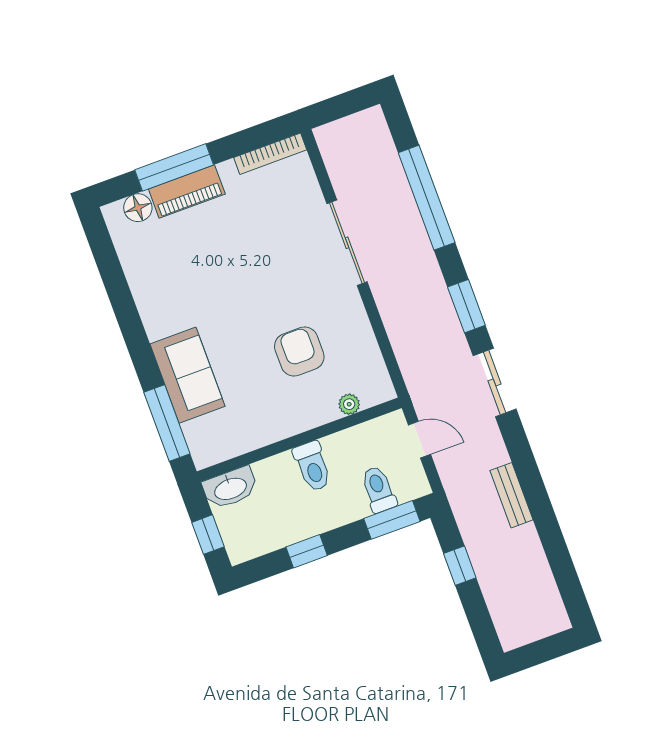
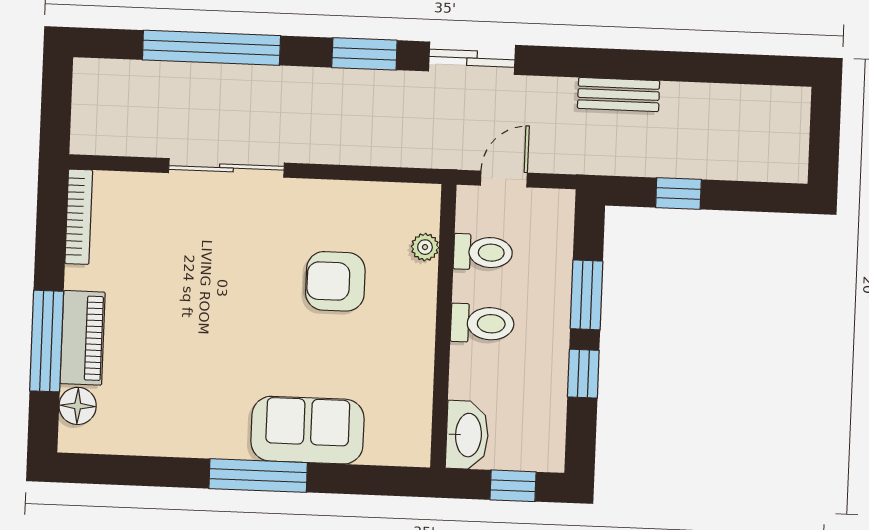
window: (167, 423) -> (258, 476), moved
toilet: (379, 489) -> (483, 252), moved, turned 180
window: (392, 520) -> (587, 295), moved

